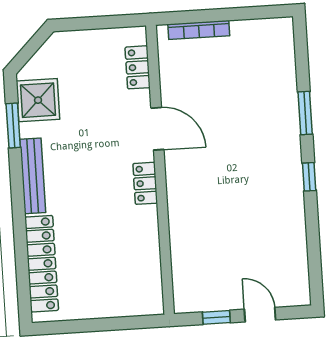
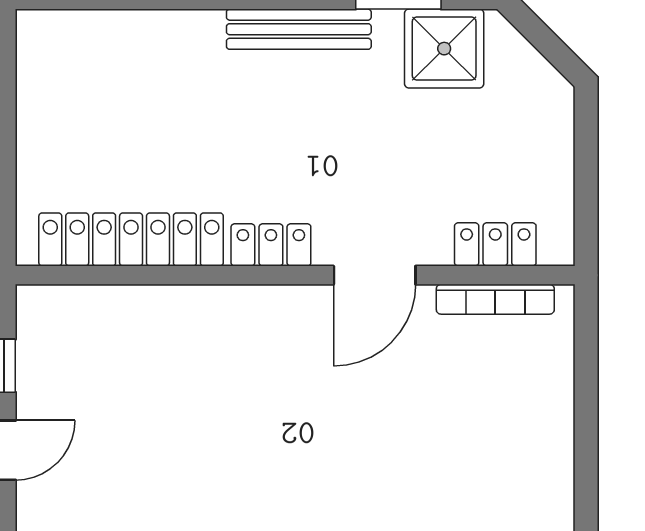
bookcase: (199, 30) -> (495, 299), moved, turned -90
locker: (42, 264) -> (131, 239), moved, turned 180

